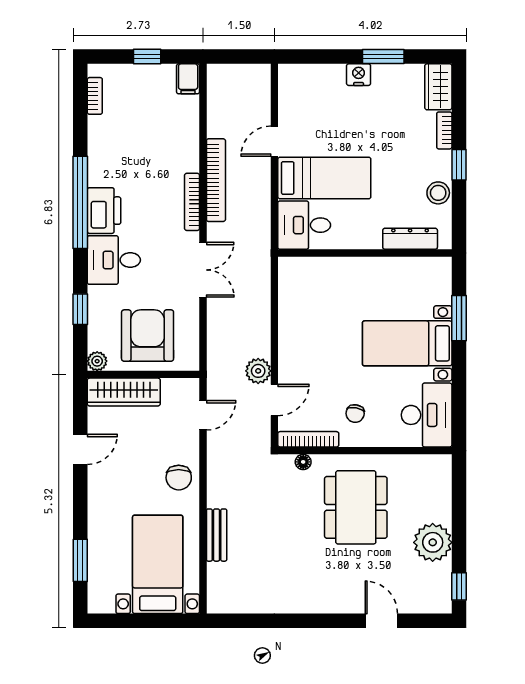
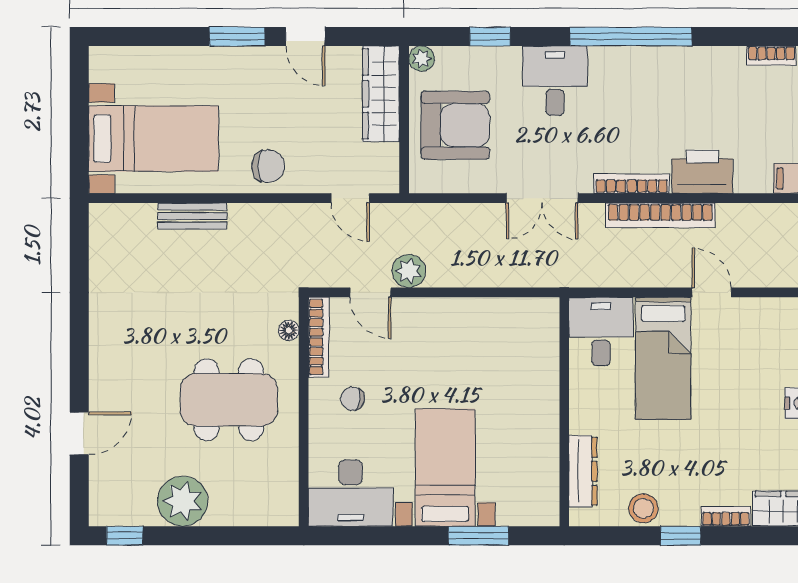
printer: (104, 211) -> (702, 172), moved, turned 180
chair: (179, 478) -> (268, 166), turned 180
window: (80, 560) -> (237, 37), moved

